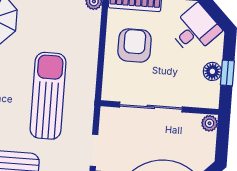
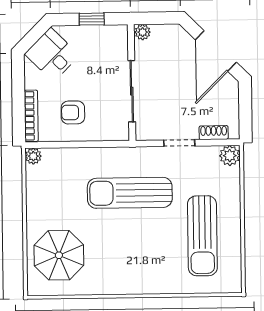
armchair: (135, 45) -> (73, 112), width x0.72, depth x0.72
floor lamp: (212, 71) -> (92, 34), removed

